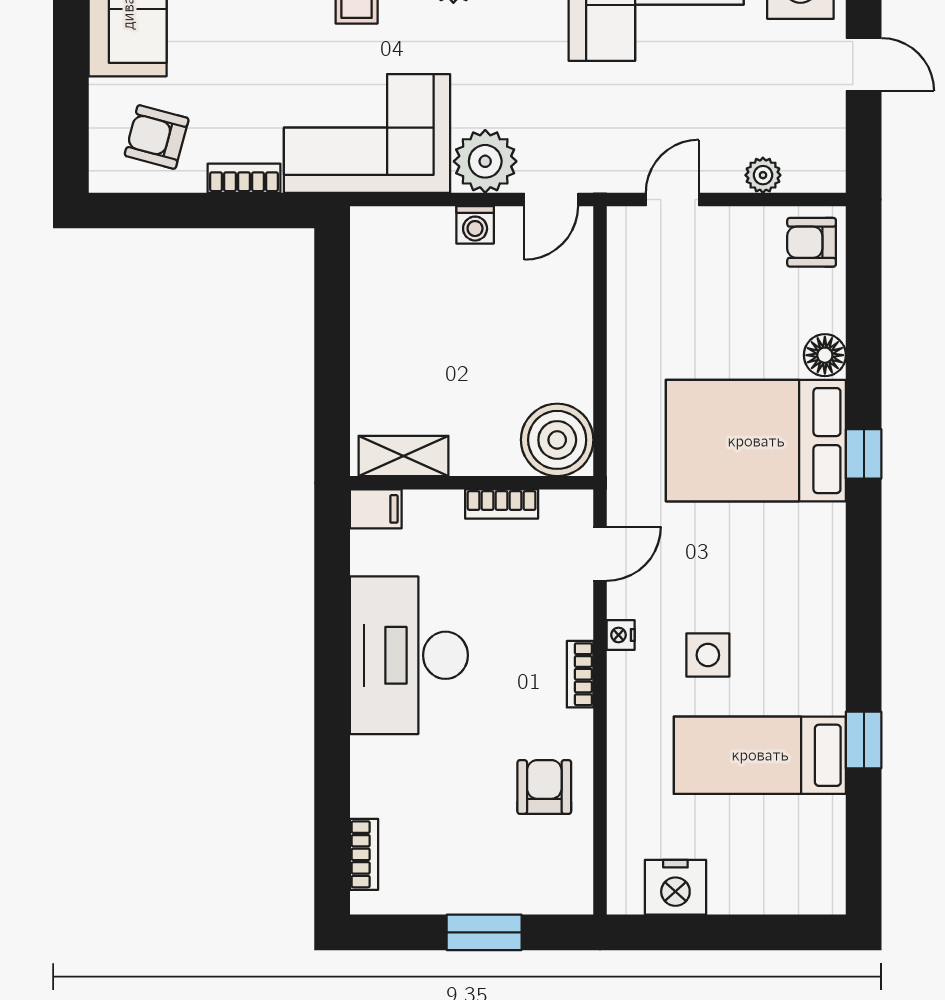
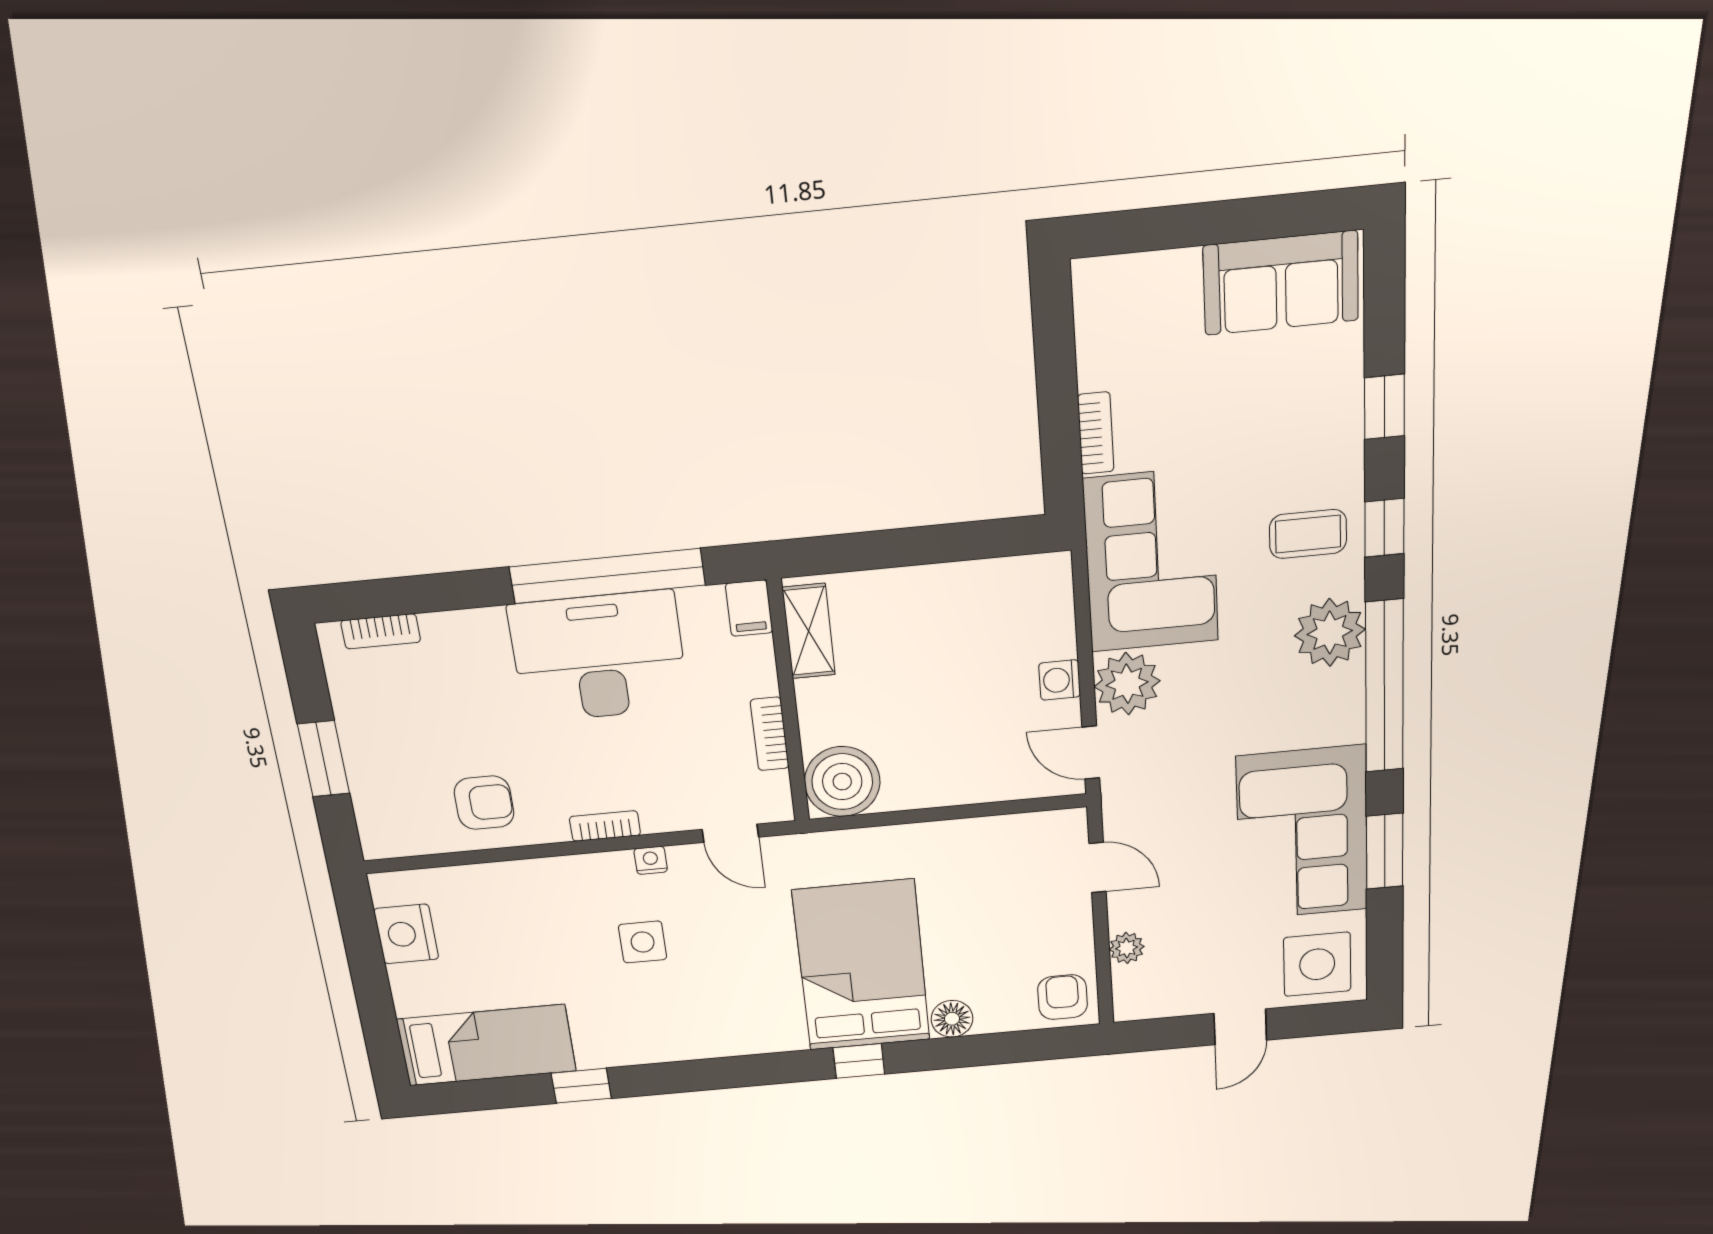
armchair: (157, 137) -> (1137, 331), removed
window: (332, 636) -> (607, 576), added
bed: (760, 755) -> (487, 1045), moved, turned 90

